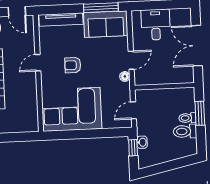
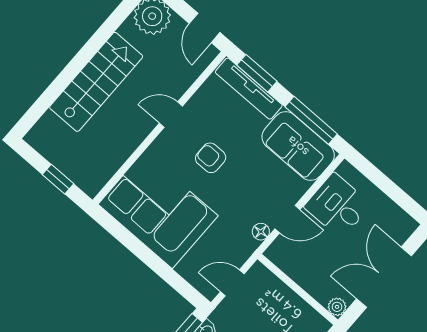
window: (58, 10) -> (257, 73), added
desk: (156, 25) -> (338, 206), moved, turned -90
plant: (189, 78) -> (337, 307), added
window: (16, 137) -> (58, 179), added

